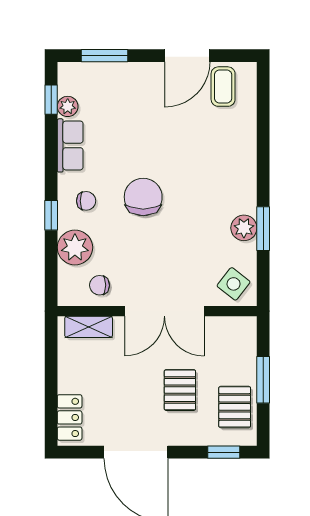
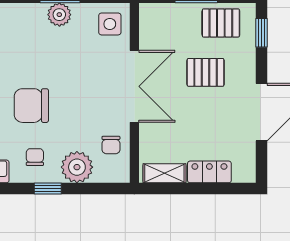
side table: (234, 284) -> (110, 24), turned -38
shelving: (89, 327) -> (164, 173), moved, turned 90
locker: (70, 417) -> (209, 172), moved

